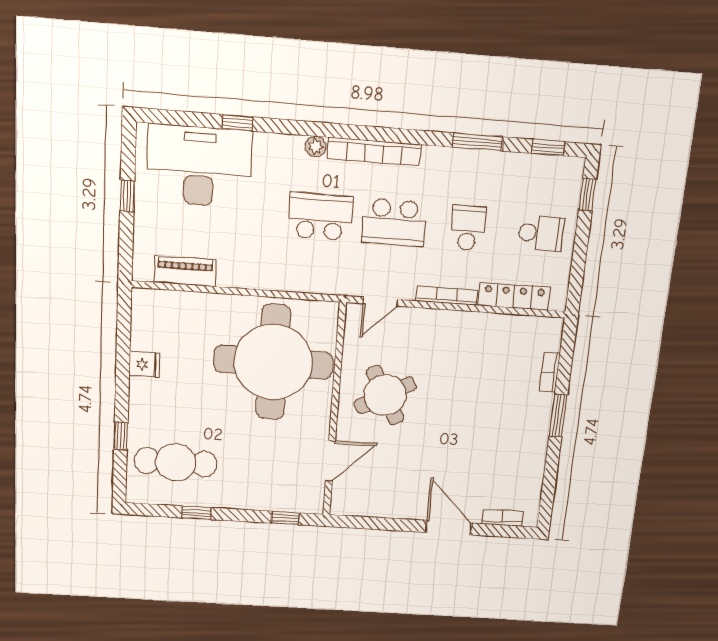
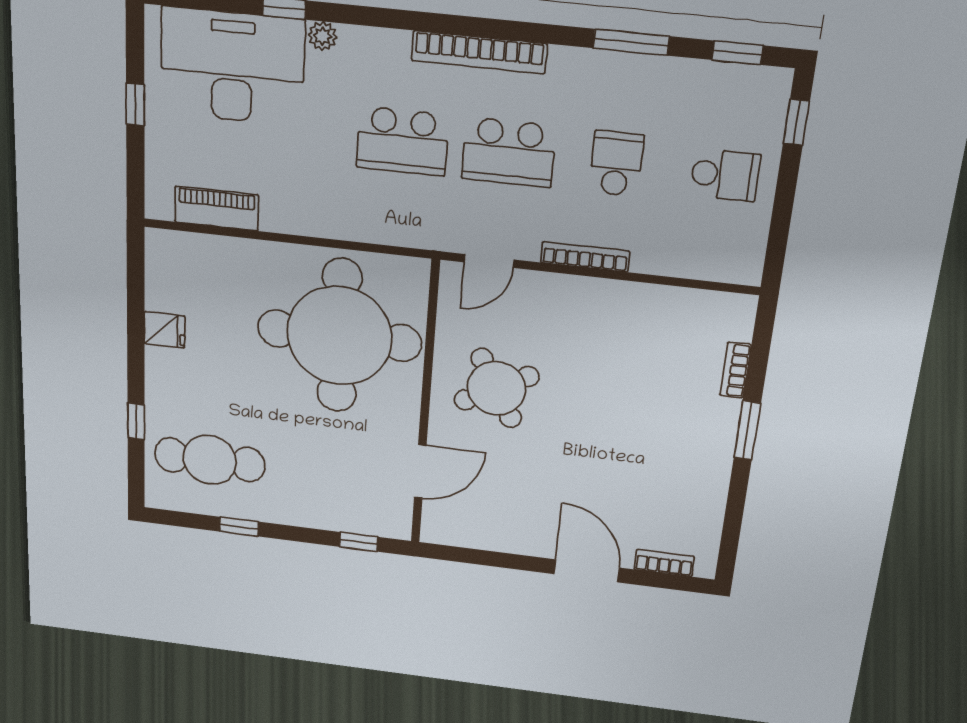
plant: (315, 147) -> (323, 36), moved
school desk: (320, 217) -> (402, 141), turned 180
locker: (514, 296) -> (684, 262), removed

